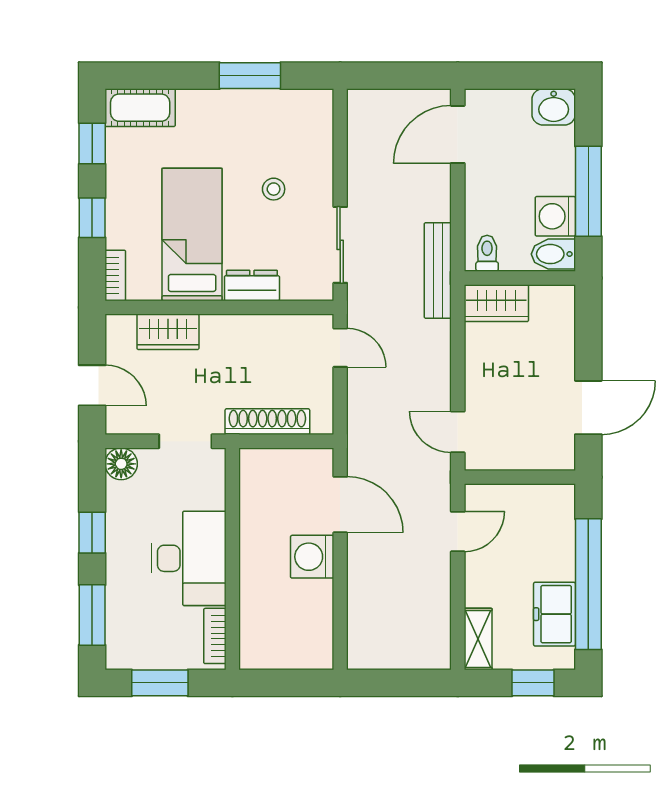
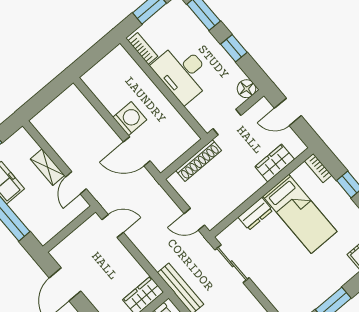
stool: (274, 189) -> (281, 263), removed
shelving: (478, 639) -> (48, 167), moved

